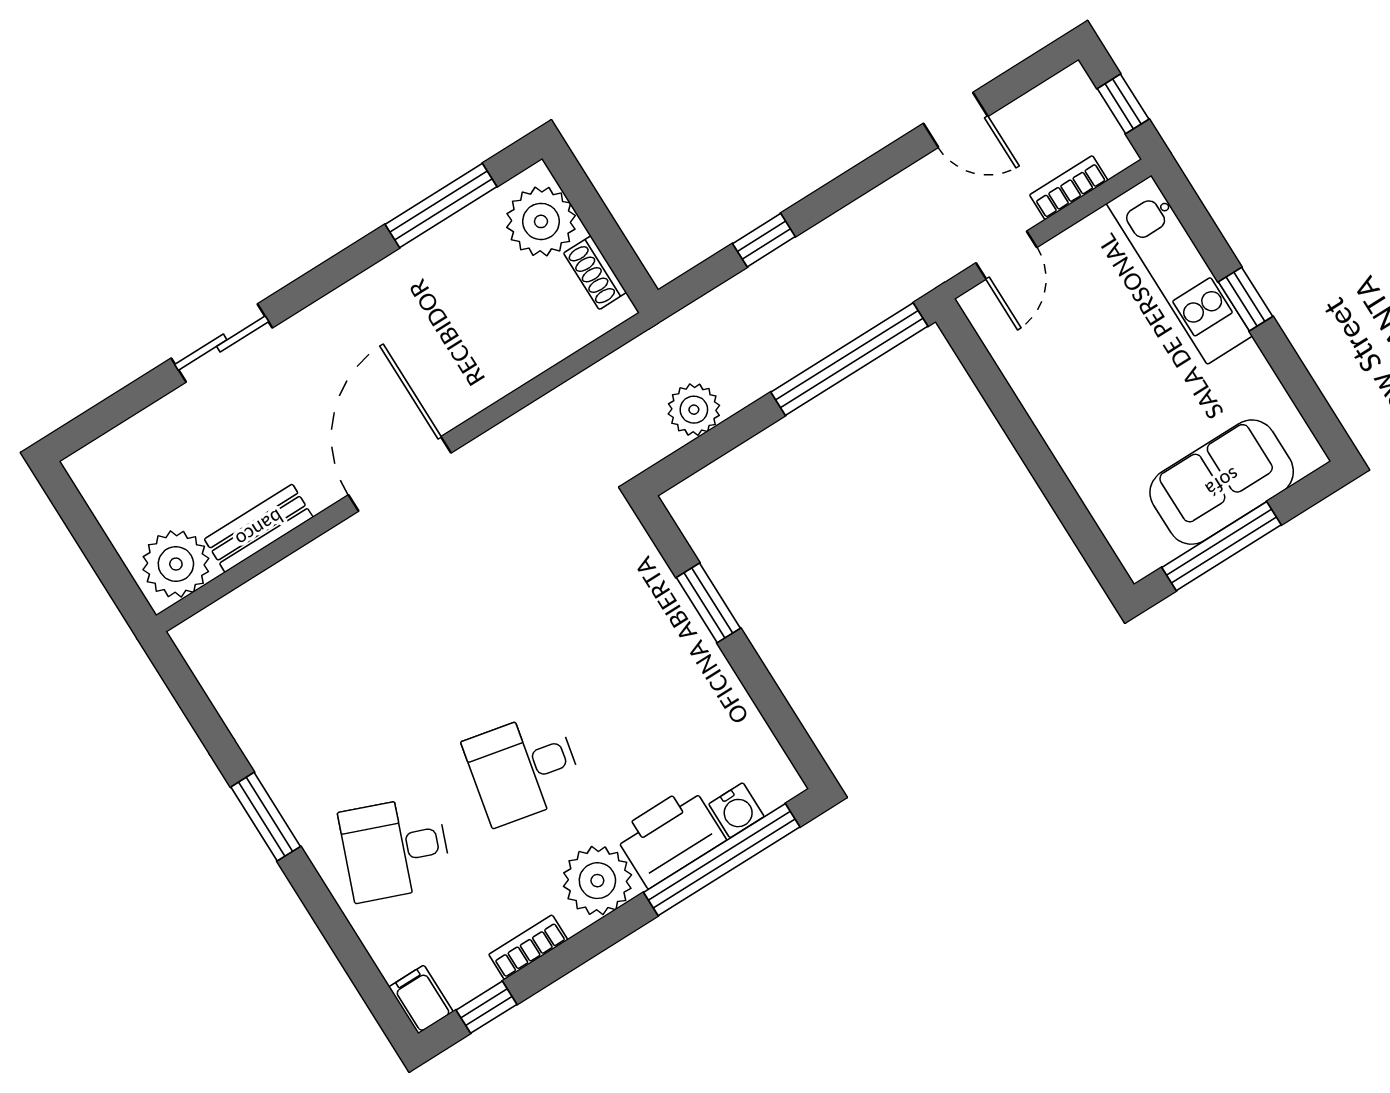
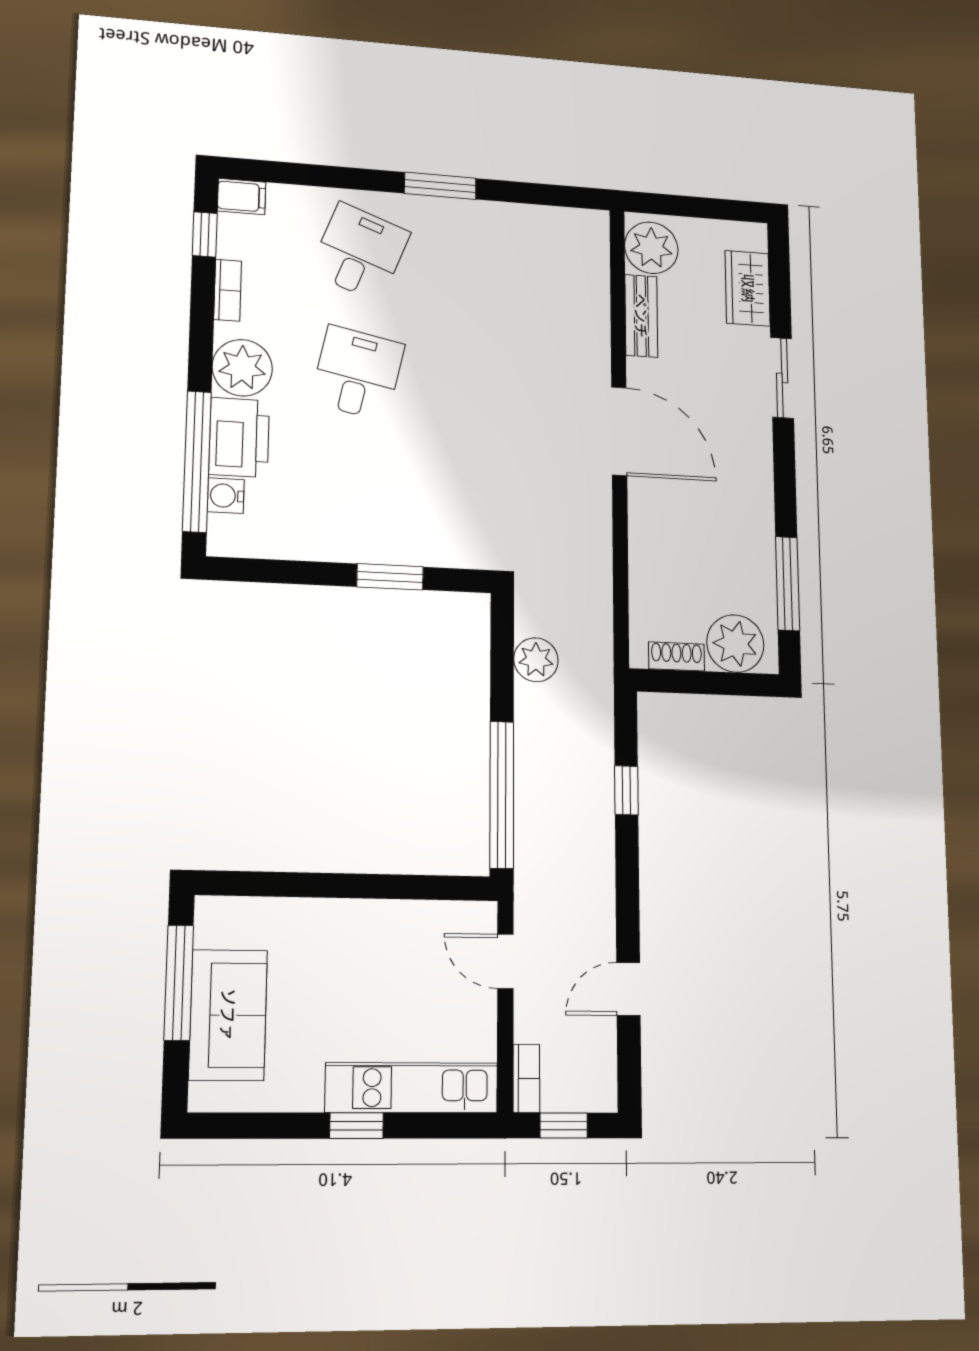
bookcase: (1069, 188) -> (526, 1078), moved
wardrobe: (148, 438) -> (748, 288), added

